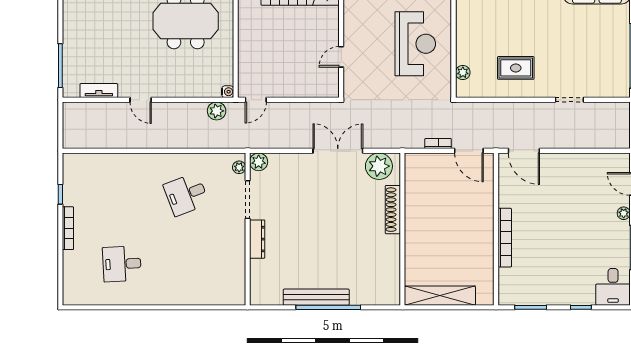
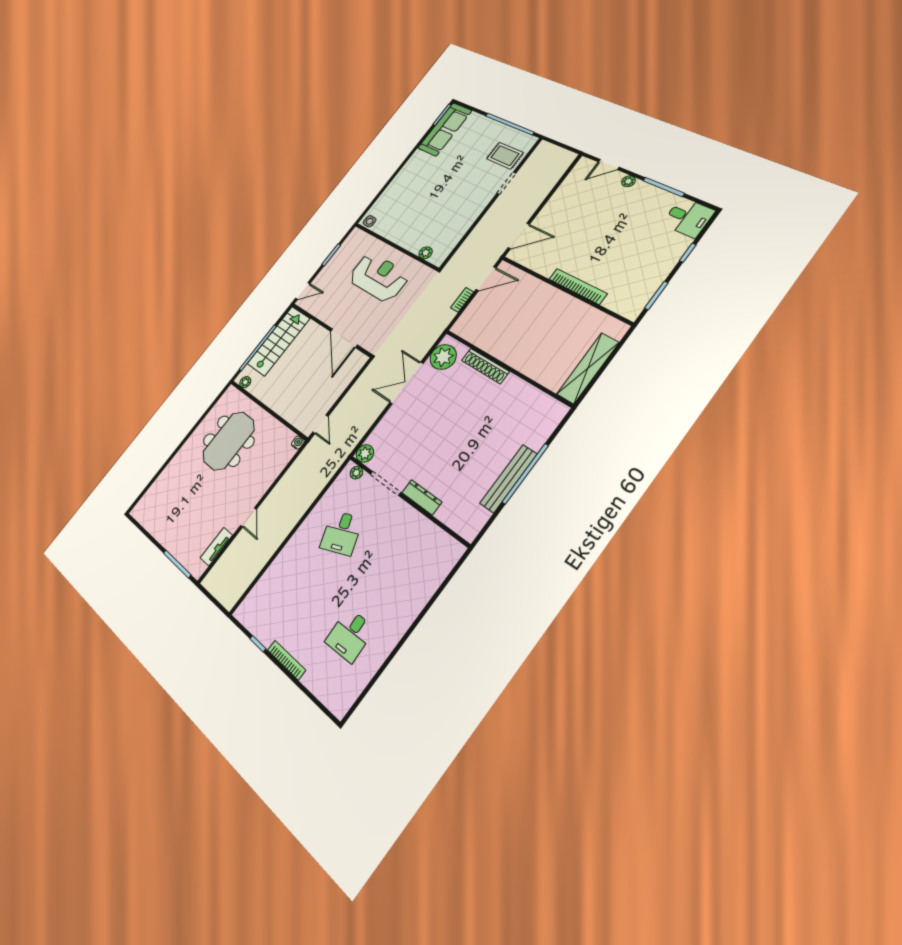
door: (341, 57) -> (344, 338), width x1.87
rug: (516, 68) -> (505, 156), moved, turned 90
door: (141, 100) -> (249, 517), hinge flipped
plant: (217, 111) -> (304, 461), removed

